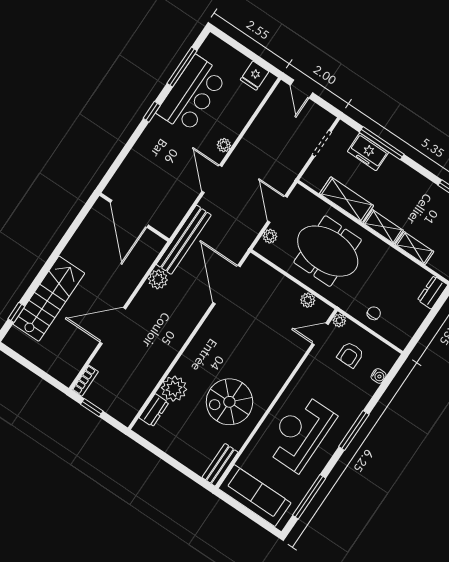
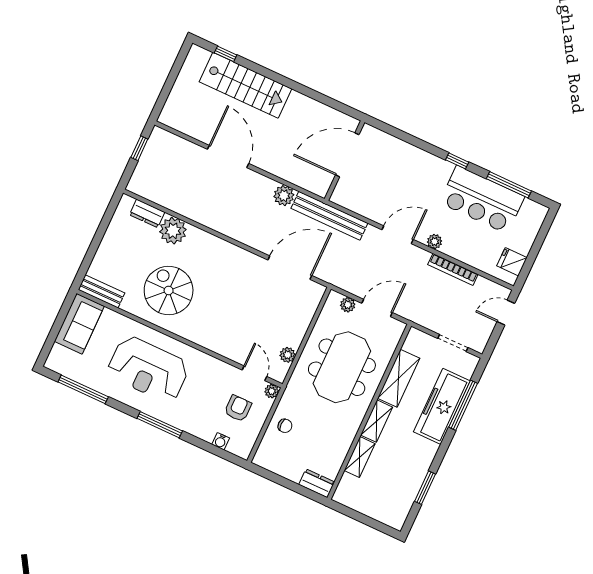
freezer: (368, 152) -> (442, 406), width x1.91, depth x1.26
armchair: (350, 355) -> (238, 408), turned 90
bookcase: (85, 381) -> (453, 269), moved, width x1.56
reception desk: (300, 433) -> (148, 369), turned 180
sofa: (255, 496) -> (79, 324), width x0.73

